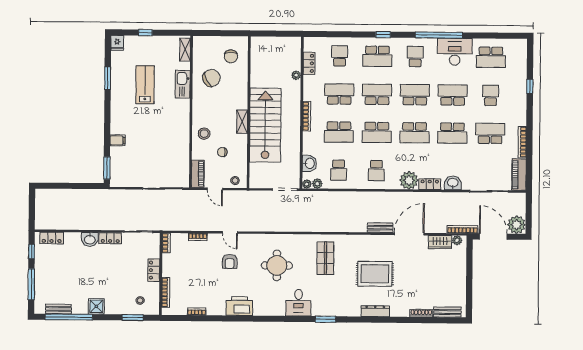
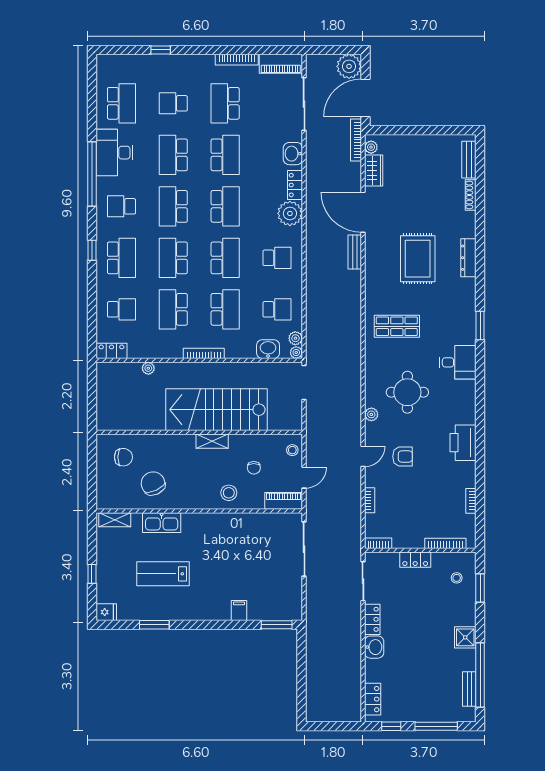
school desk: (340, 56) -> (121, 309), turned 180
locker: (309, 63) -> (111, 351), moved
plant: (261, 239) -> (371, 414), added

